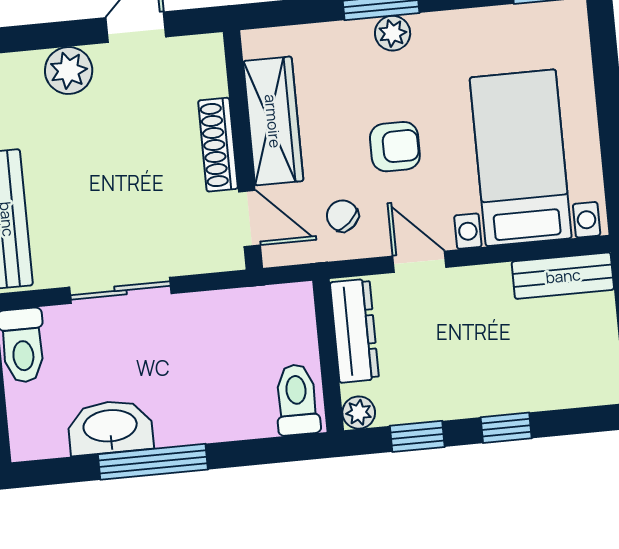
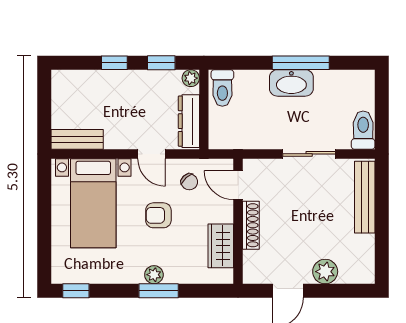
wardrobe: (273, 121) -> (221, 246), width x0.67
washbasin: (110, 427) -> (291, 83), moved

